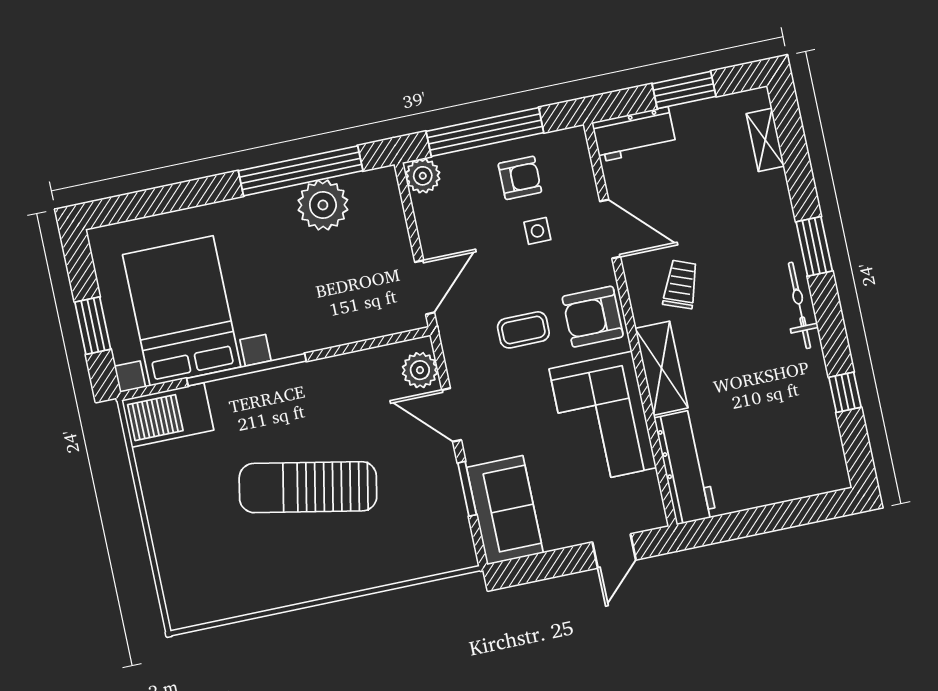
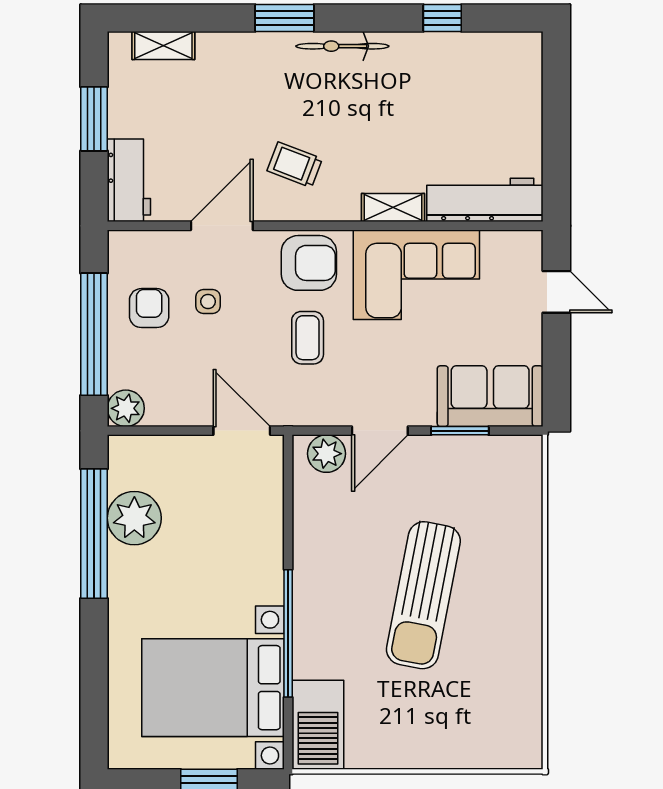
armchair: (593, 317) -> (309, 263), turned -90
shelving: (662, 368) -> (393, 208), width x0.67, depth x0.75

